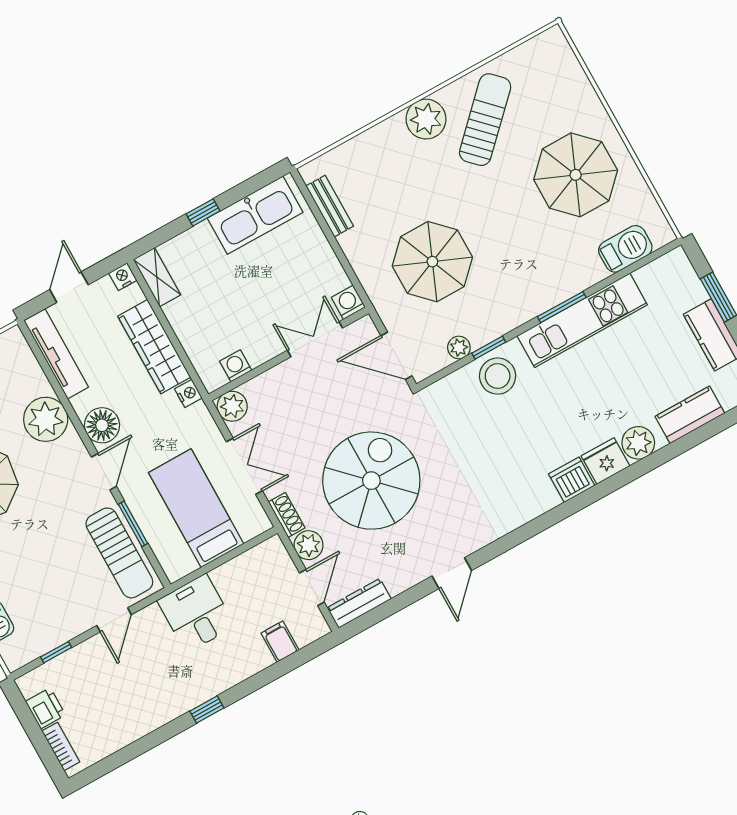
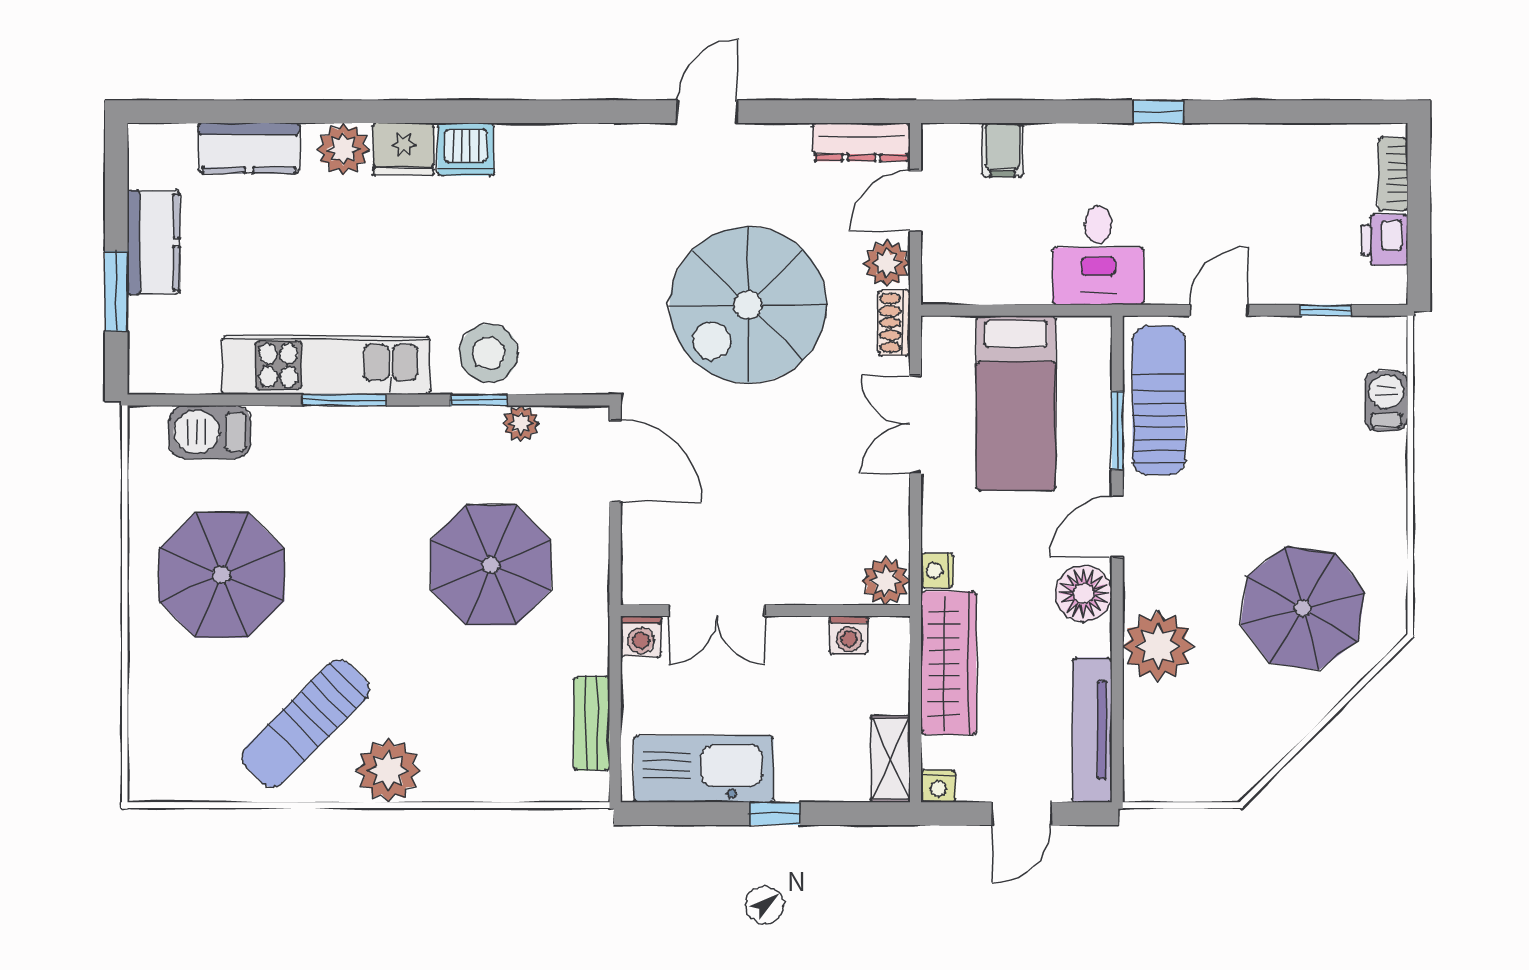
washing machine: (348, 302) -> (641, 636), moved
double door: (315, 339) -> (717, 611), moved
wall: (289, 354) -> (765, 611), moved
washing machine: (236, 366) -> (849, 635), moved
plant: (232, 406) -> (886, 581), moved

